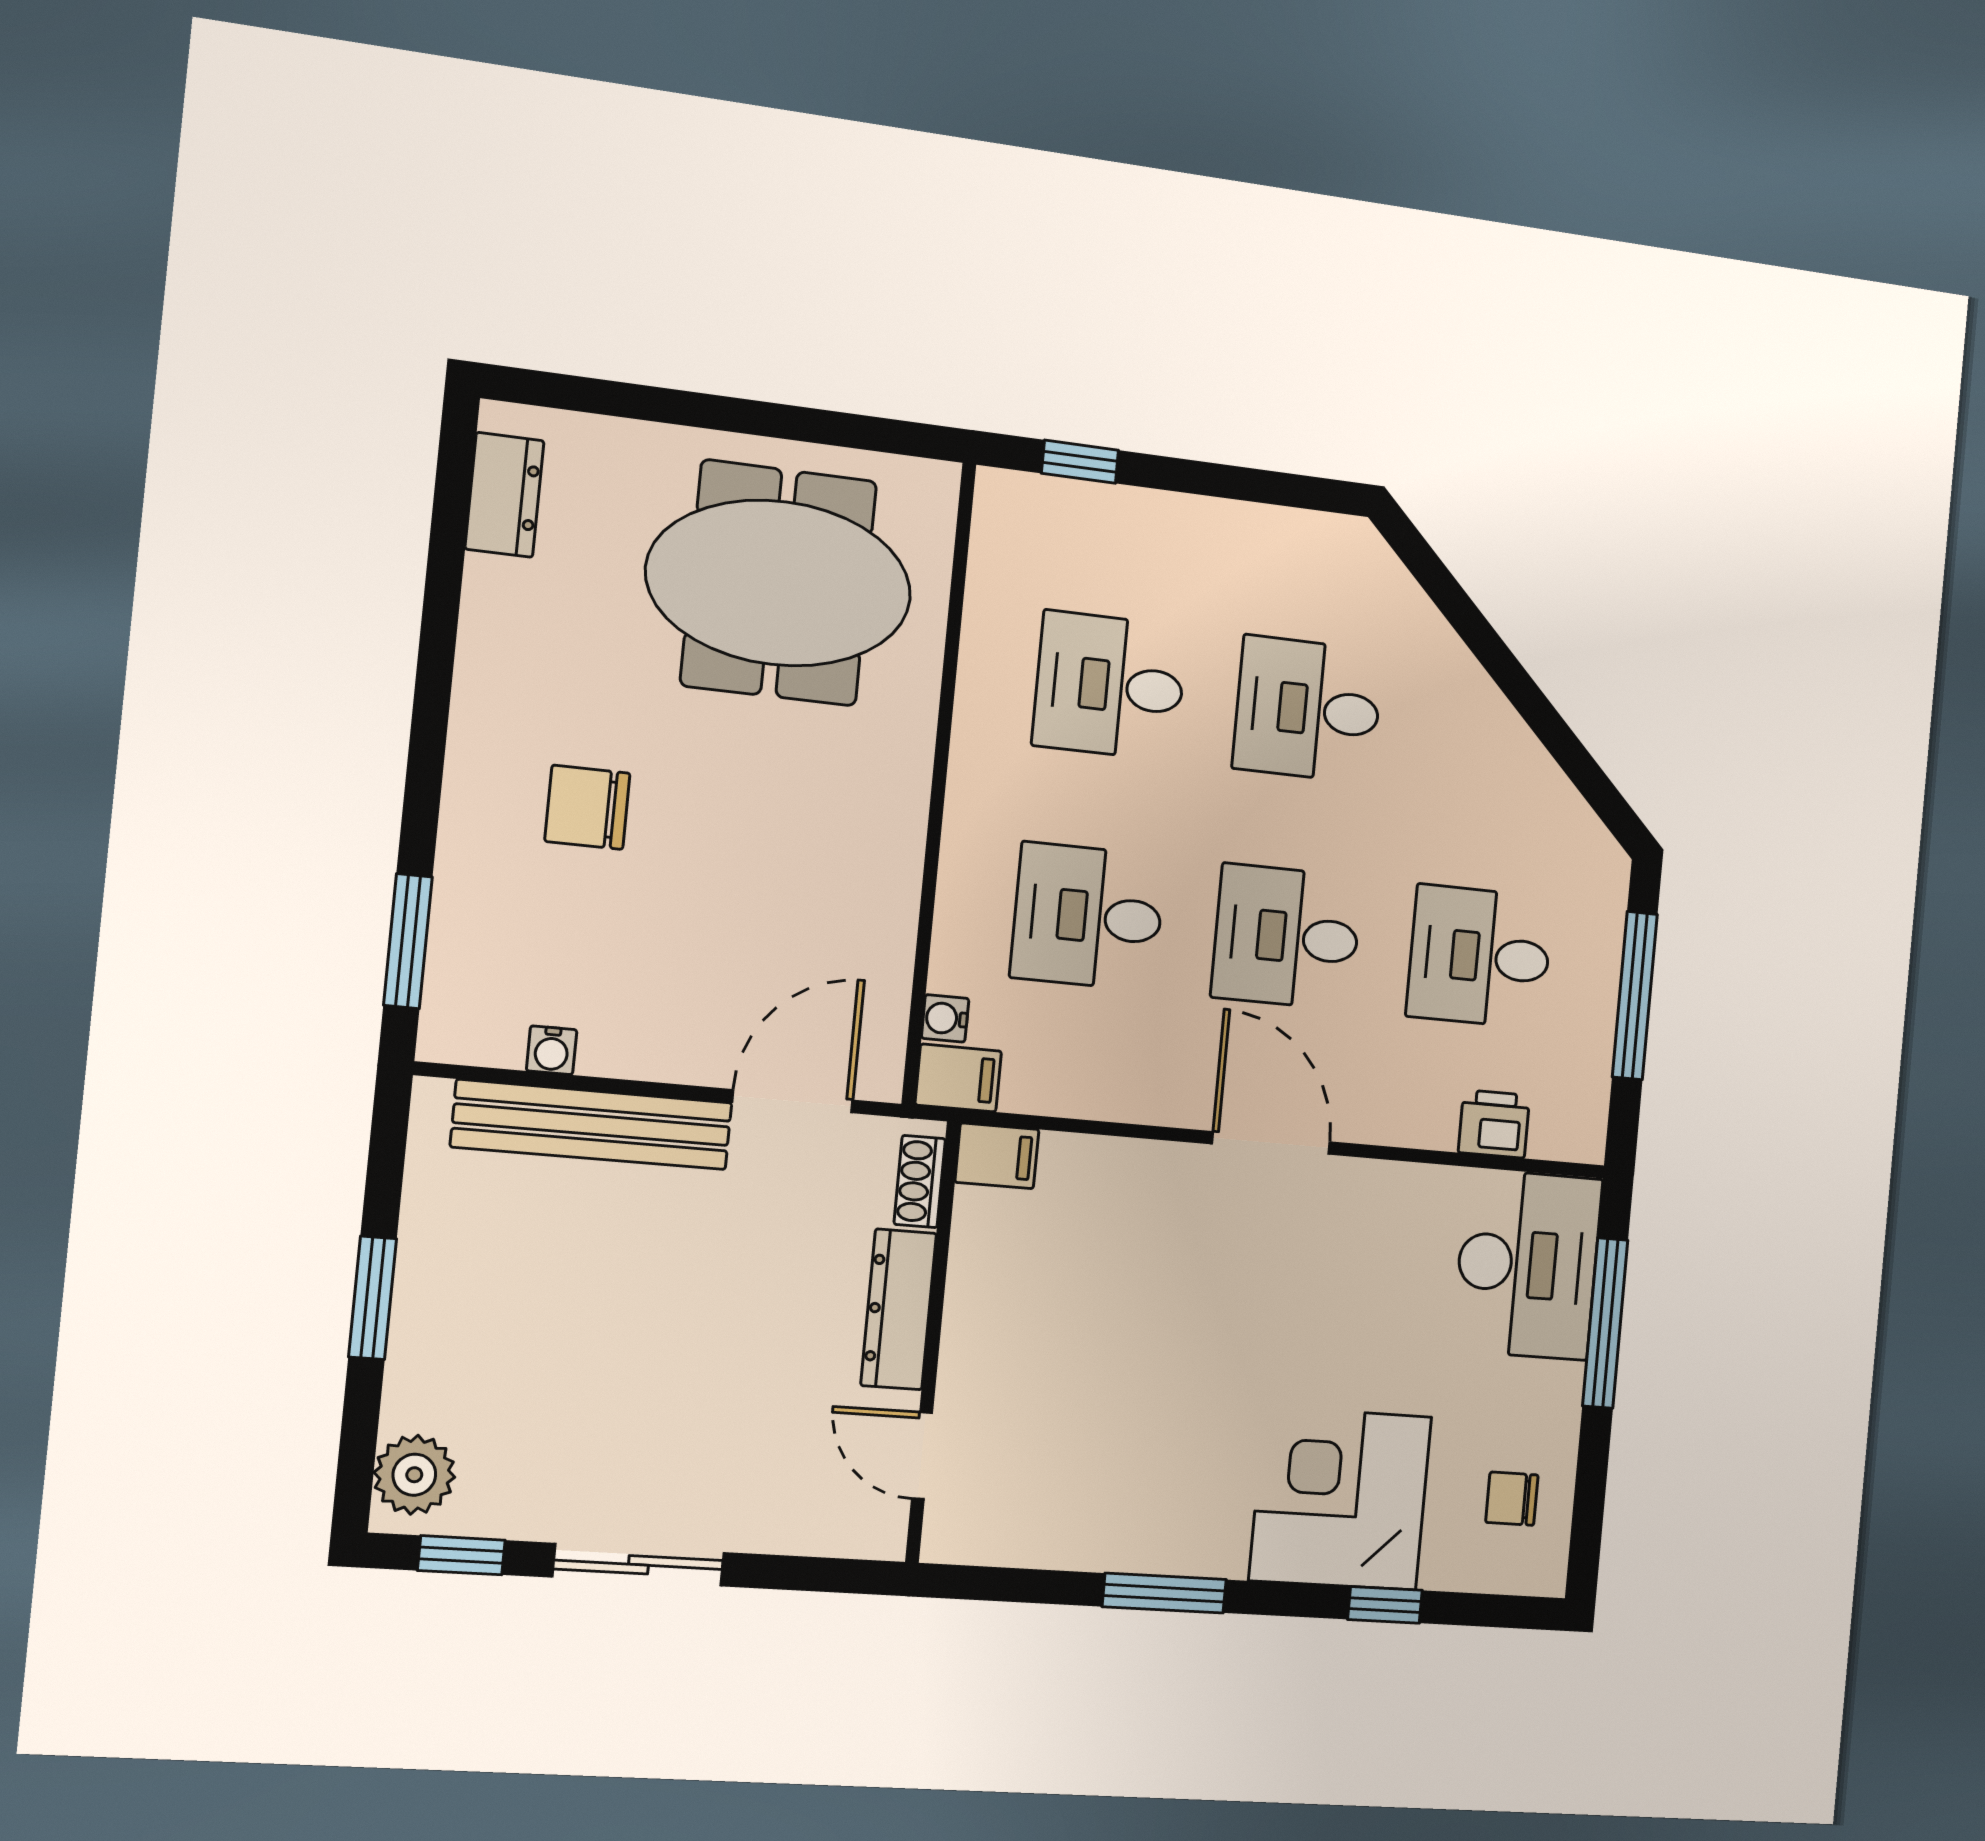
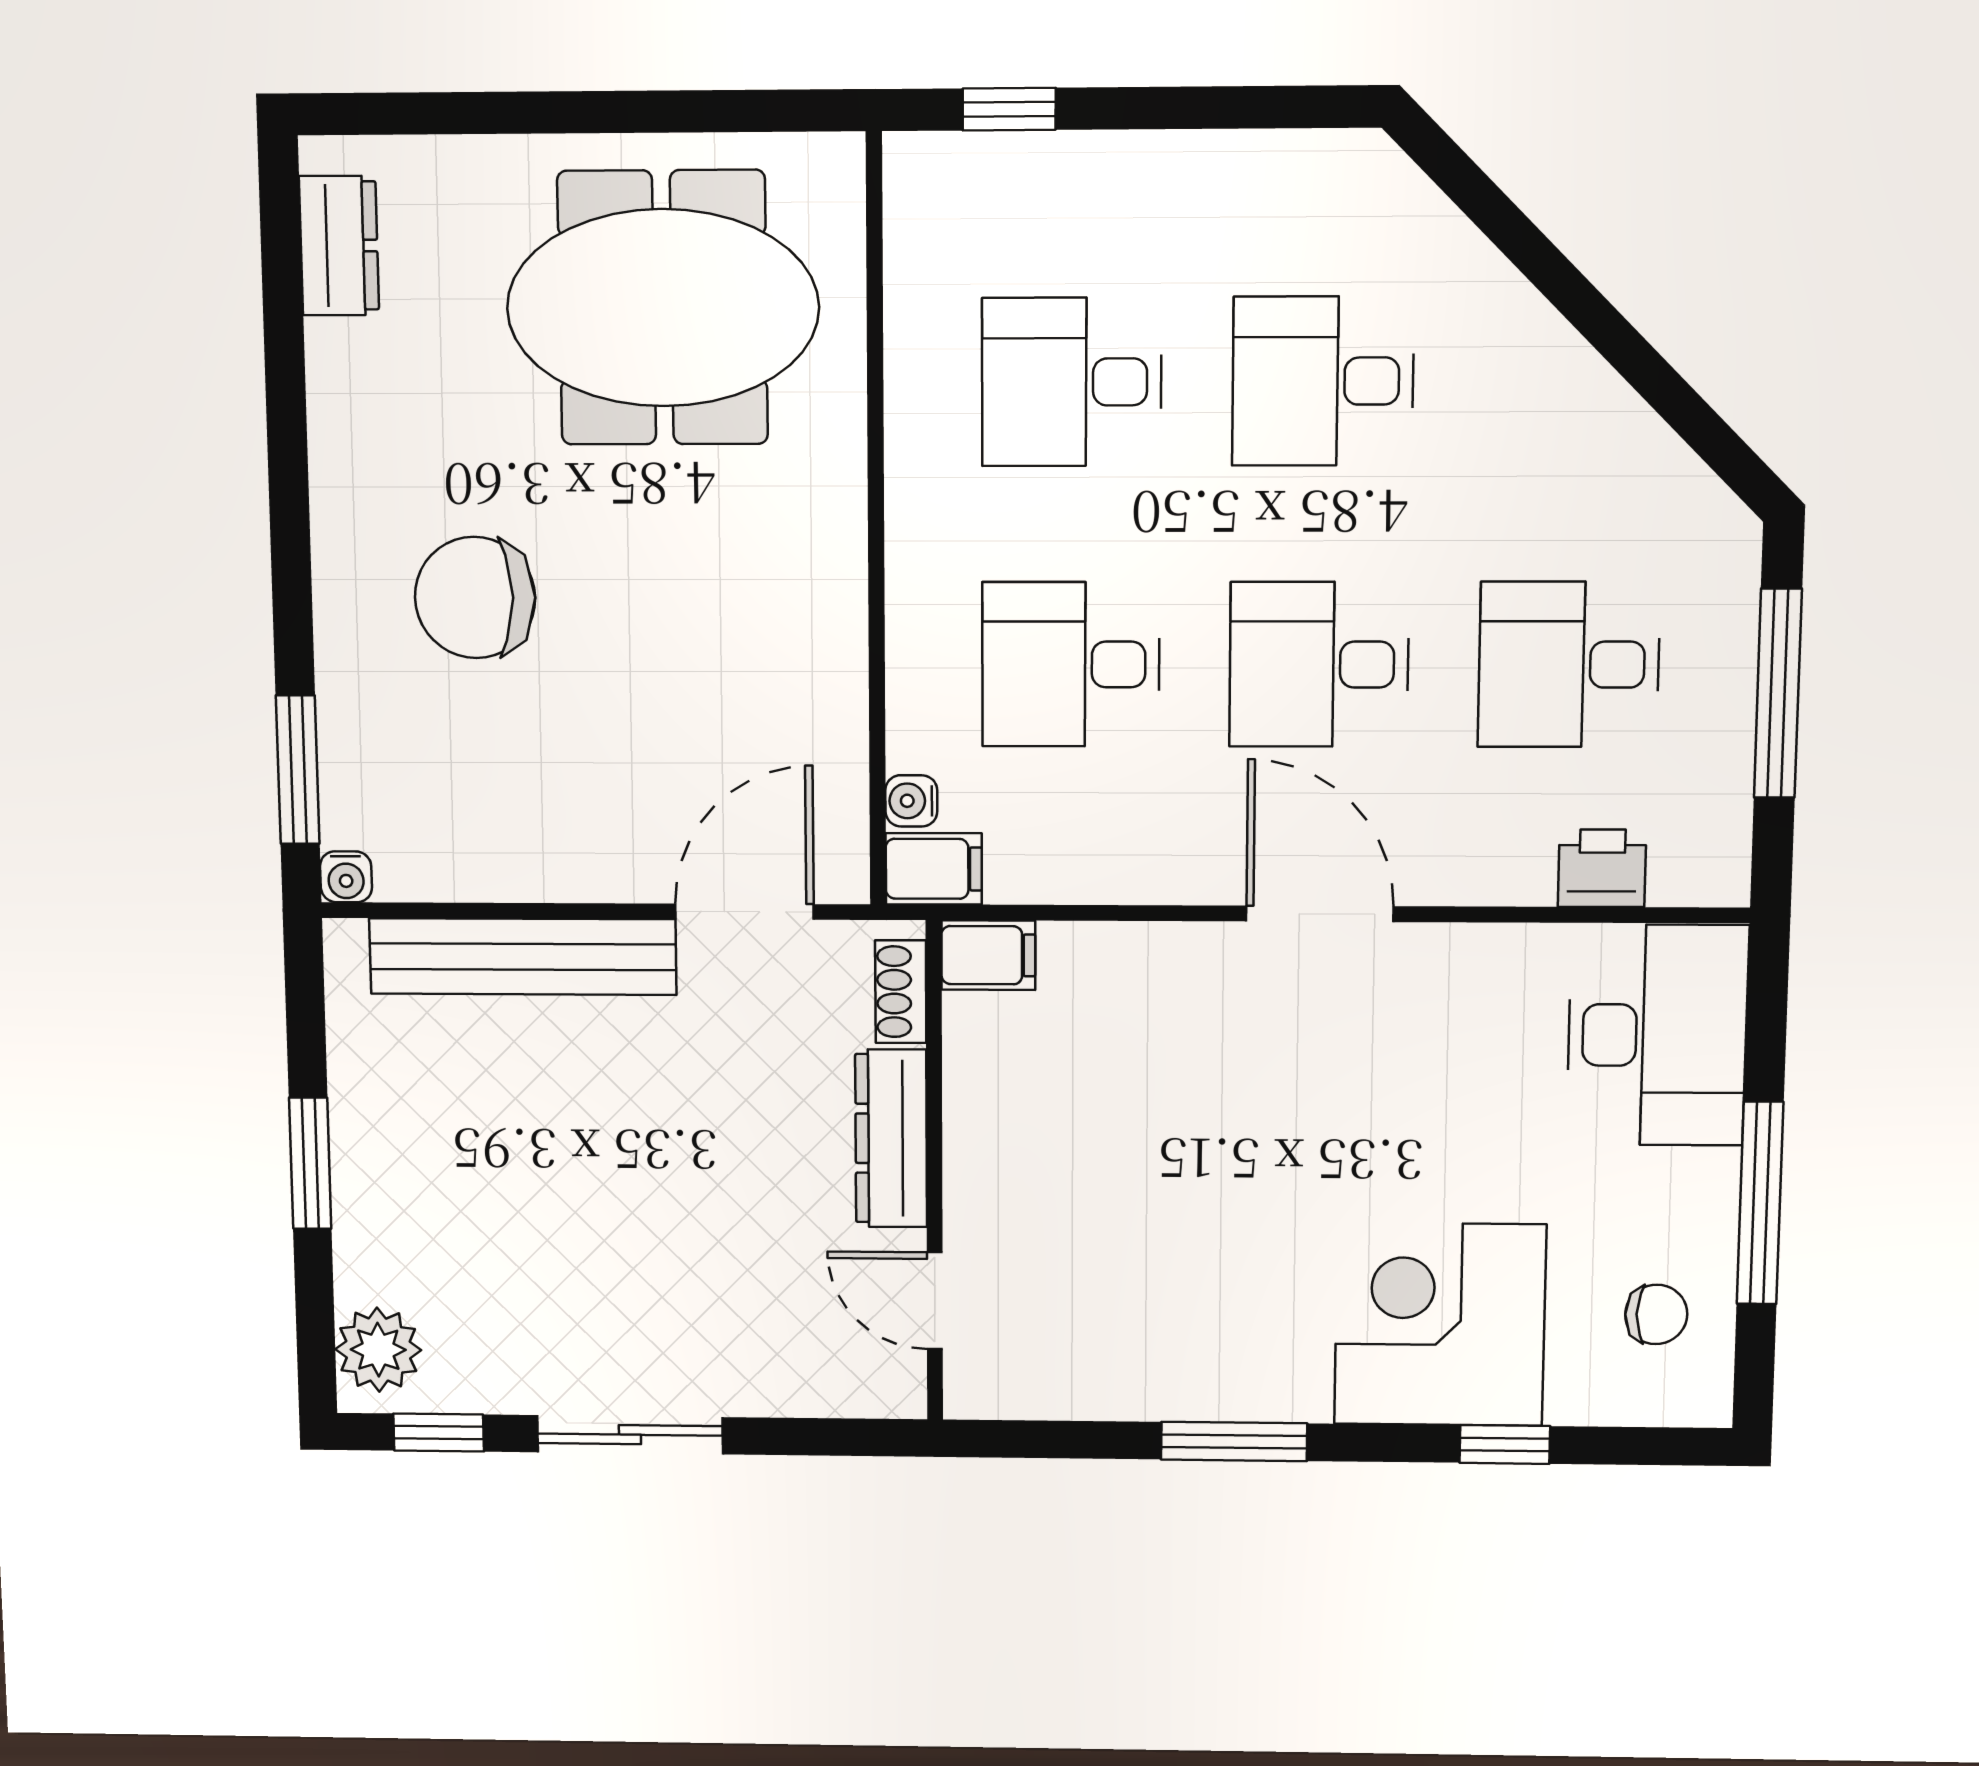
chair: (587, 807) -> (475, 598), width x1.37, depth x1.37
water cooler: (552, 1050) -> (346, 877), moved
window: (1605, 1323) -> (1760, 1203), moved
chair: (1512, 1499) -> (1656, 1314), turned 180

